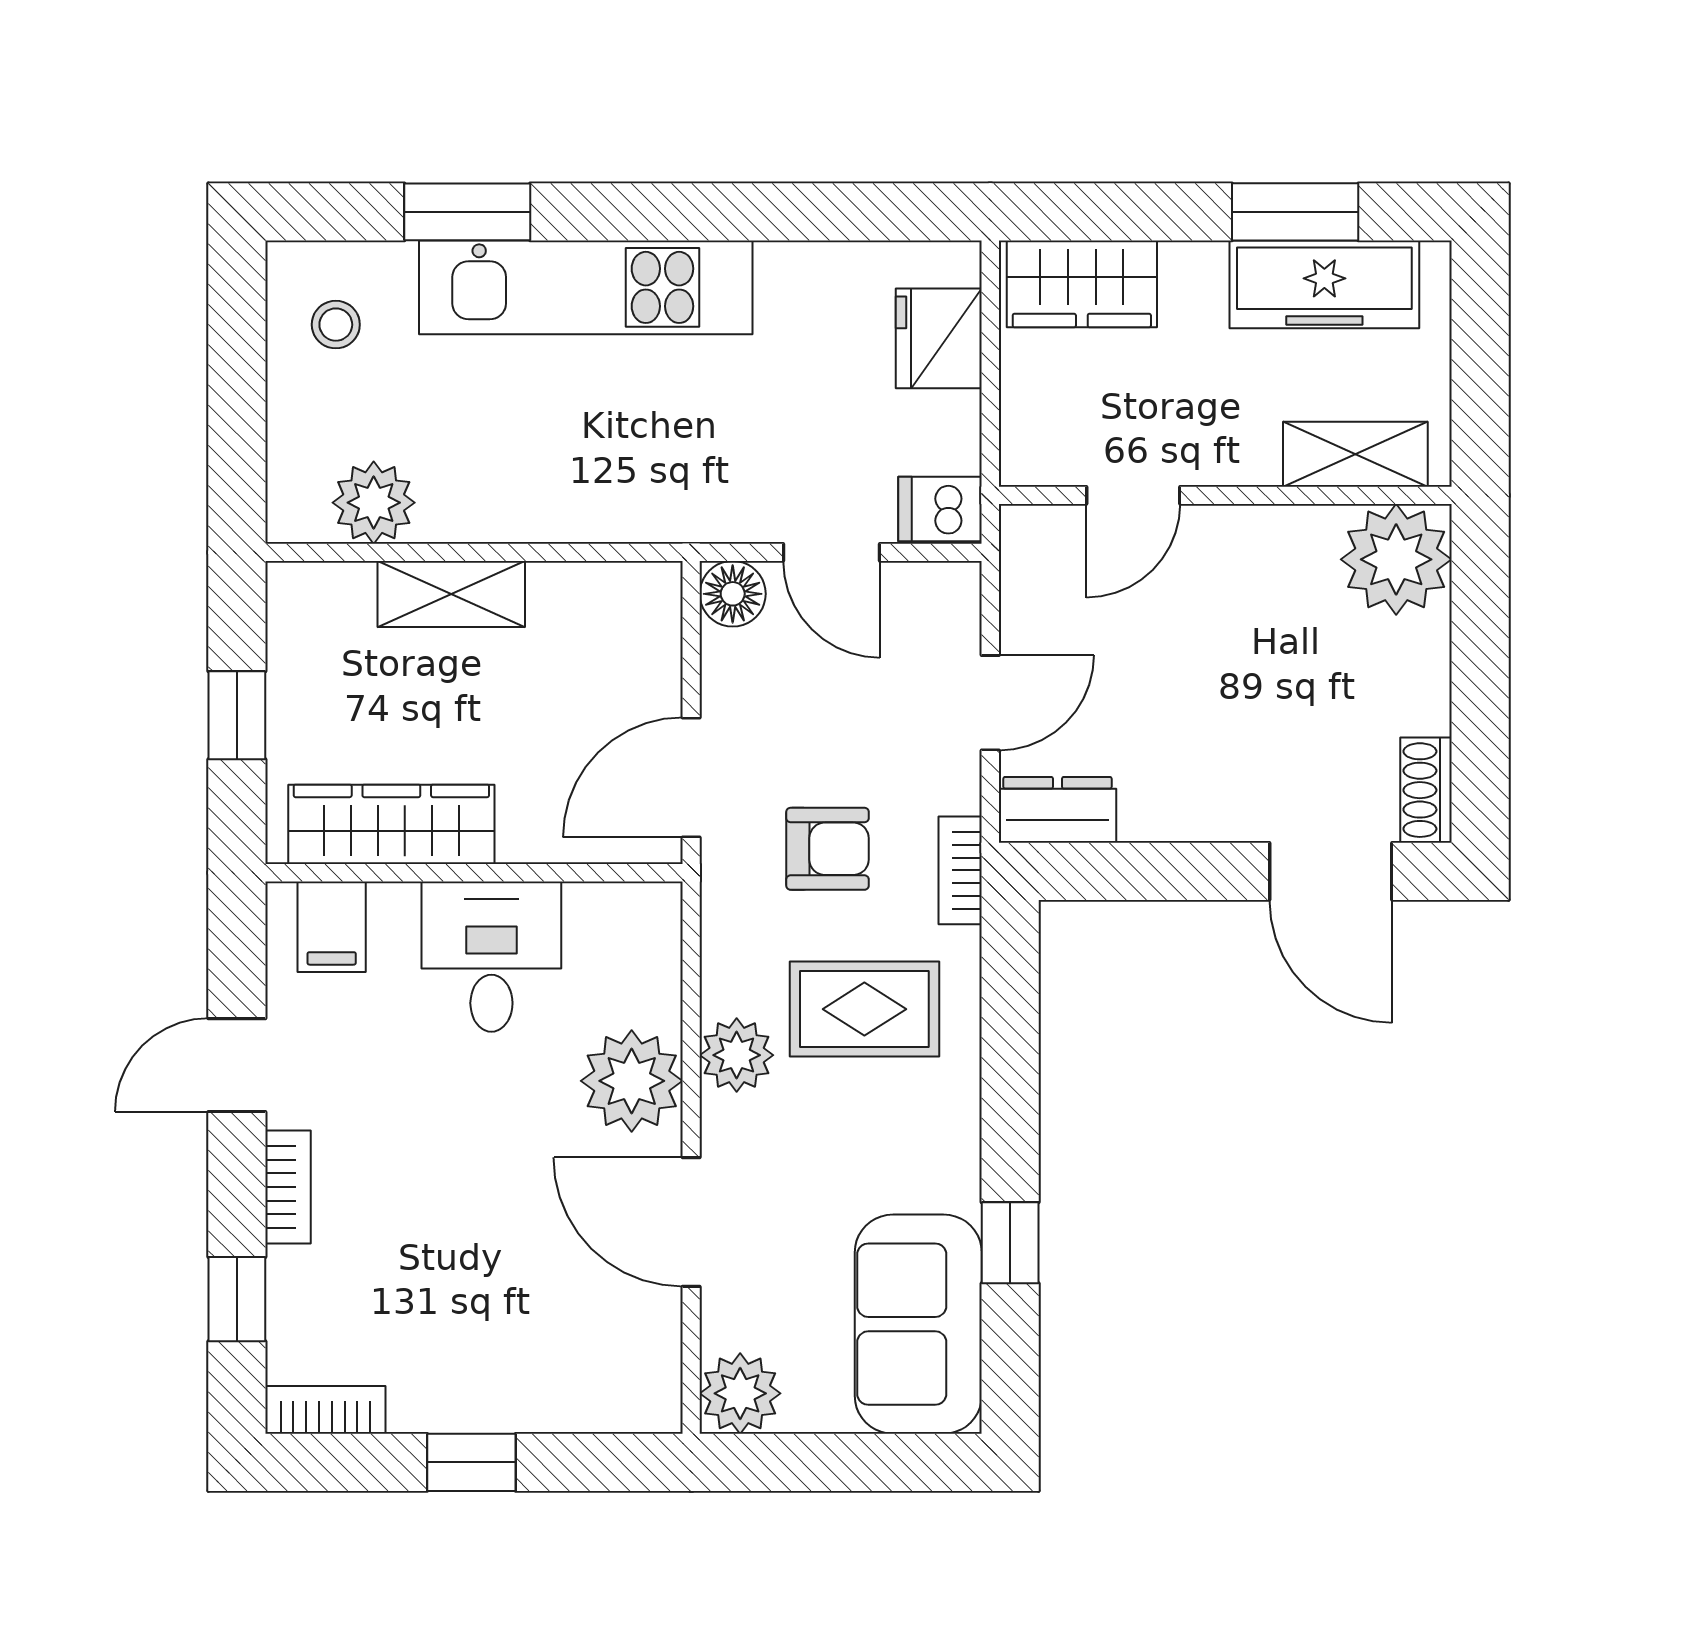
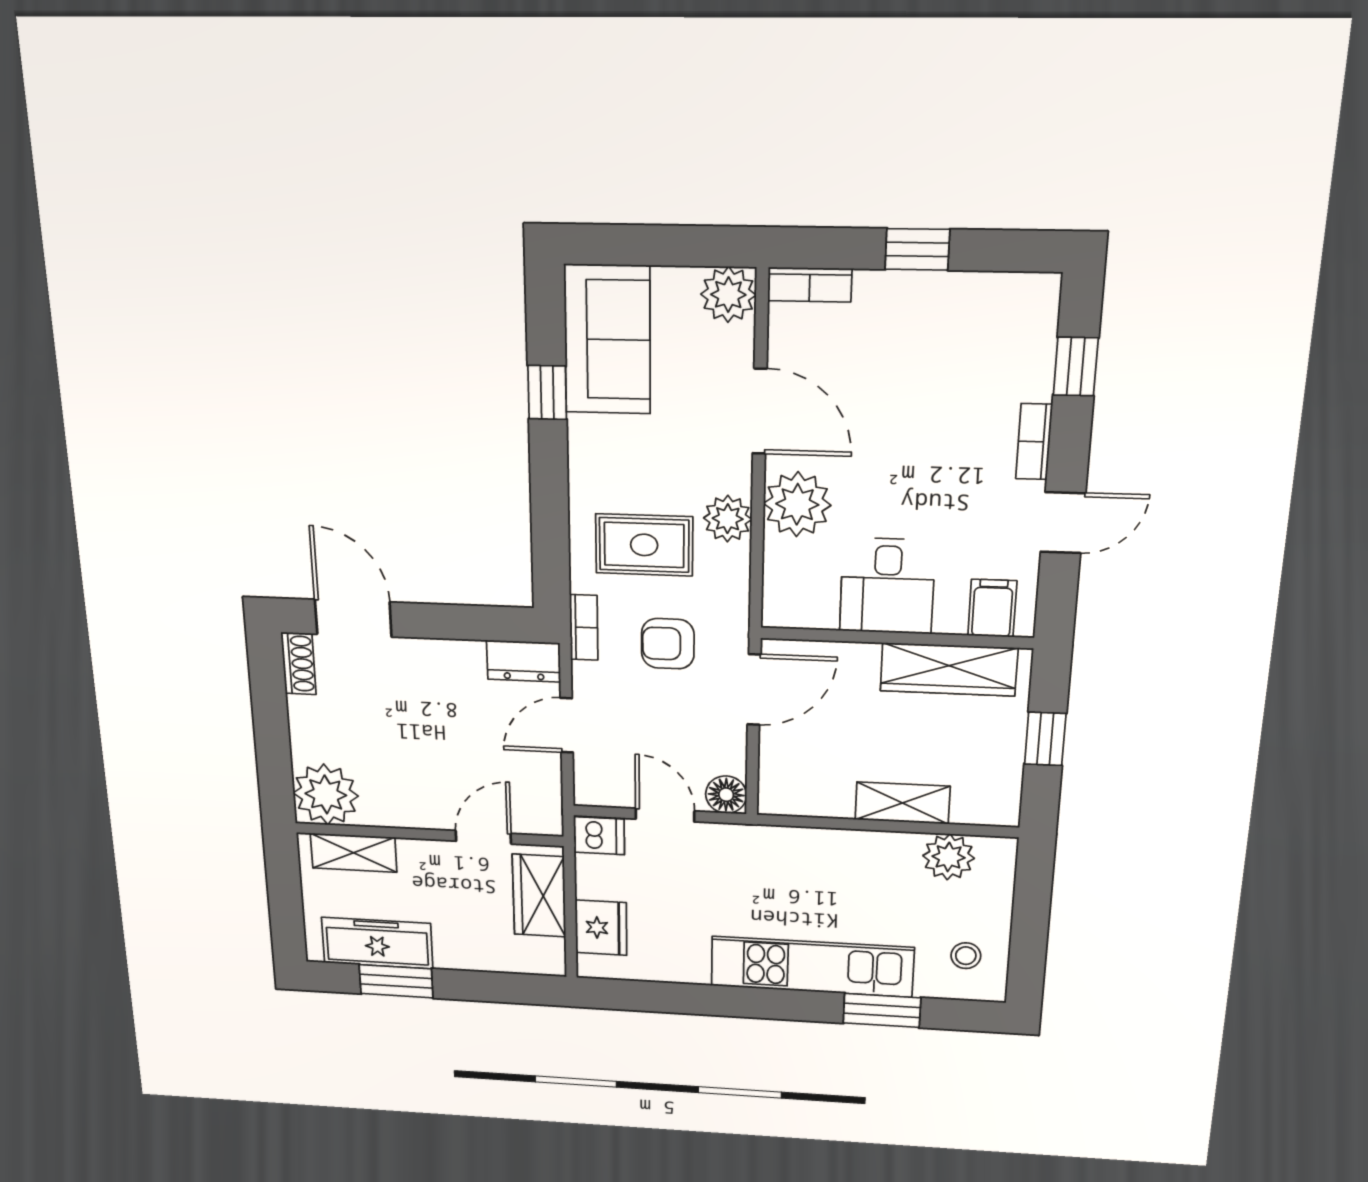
wardrobe: (1082, 284) -> (539, 896), moved, turned -90
bookcase: (325, 1410) -> (810, 285), moved

